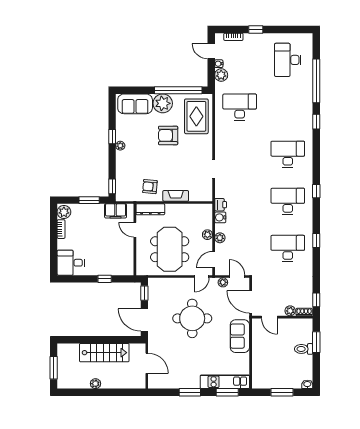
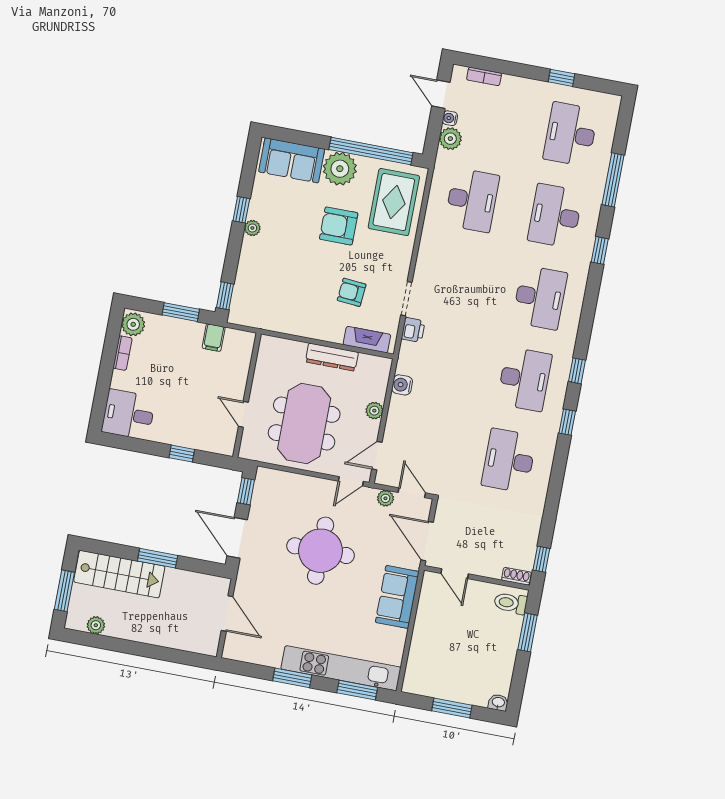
window: (256, 29) -> (561, 78), moved
window: (316, 81) -> (613, 180), width x0.68
desk: (240, 107) -> (472, 200), turned 90
desk: (288, 107) -> (555, 216), added
desk: (288, 154) -> (540, 297), turned 90
armchair: (150, 187) -> (352, 292), moved
fireplace: (176, 196) -> (367, 340), moved
desk: (288, 201) -> (524, 379), turned 90
printer: (221, 205) -> (413, 330), moved
dresser: (150, 209) -> (332, 357), moved
filing cabinet: (116, 211) -> (214, 338), width x0.50
door: (135, 230) -> (243, 414), moved
plant: (220, 238) -> (395, 420), removed
window: (316, 241) -> (567, 422), moved
desk: (288, 248) -> (509, 461), turned -90
plant: (290, 311) -> (493, 570), removed
window: (102, 340) -> (158, 558), added
toilet: (304, 349) -> (511, 603), moved
stairs: (104, 353) -> (119, 574), moved
kitchen unit: (225, 382) -> (341, 668), width x1.36
plant: (96, 384) -> (96, 625), moved

